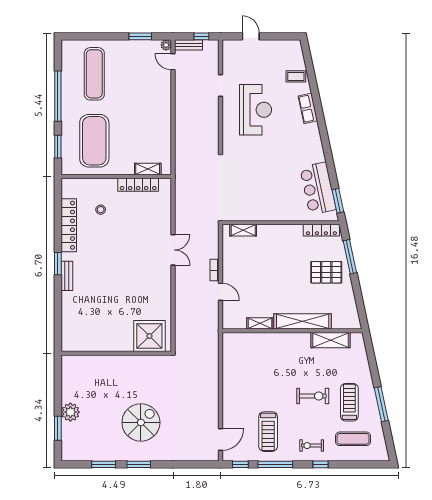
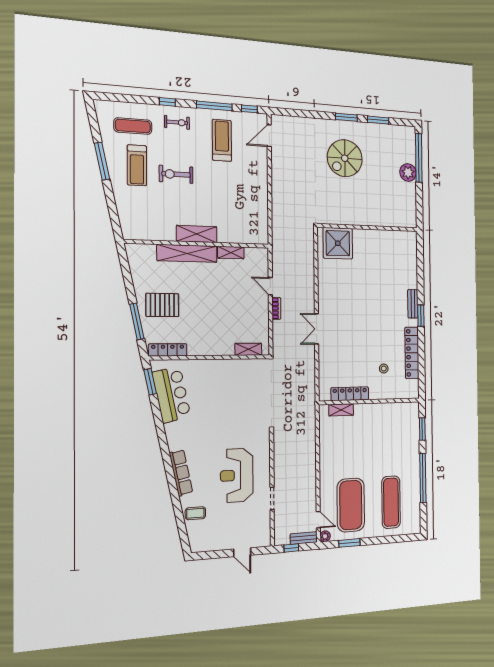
row of seats: (308, 108) -> (181, 473), width x1.48
exercise mat: (94, 141) -> (351, 505), moved
shelving: (331, 340) -> (197, 234), moved
window: (58, 428) -> (419, 158), width x2.11

